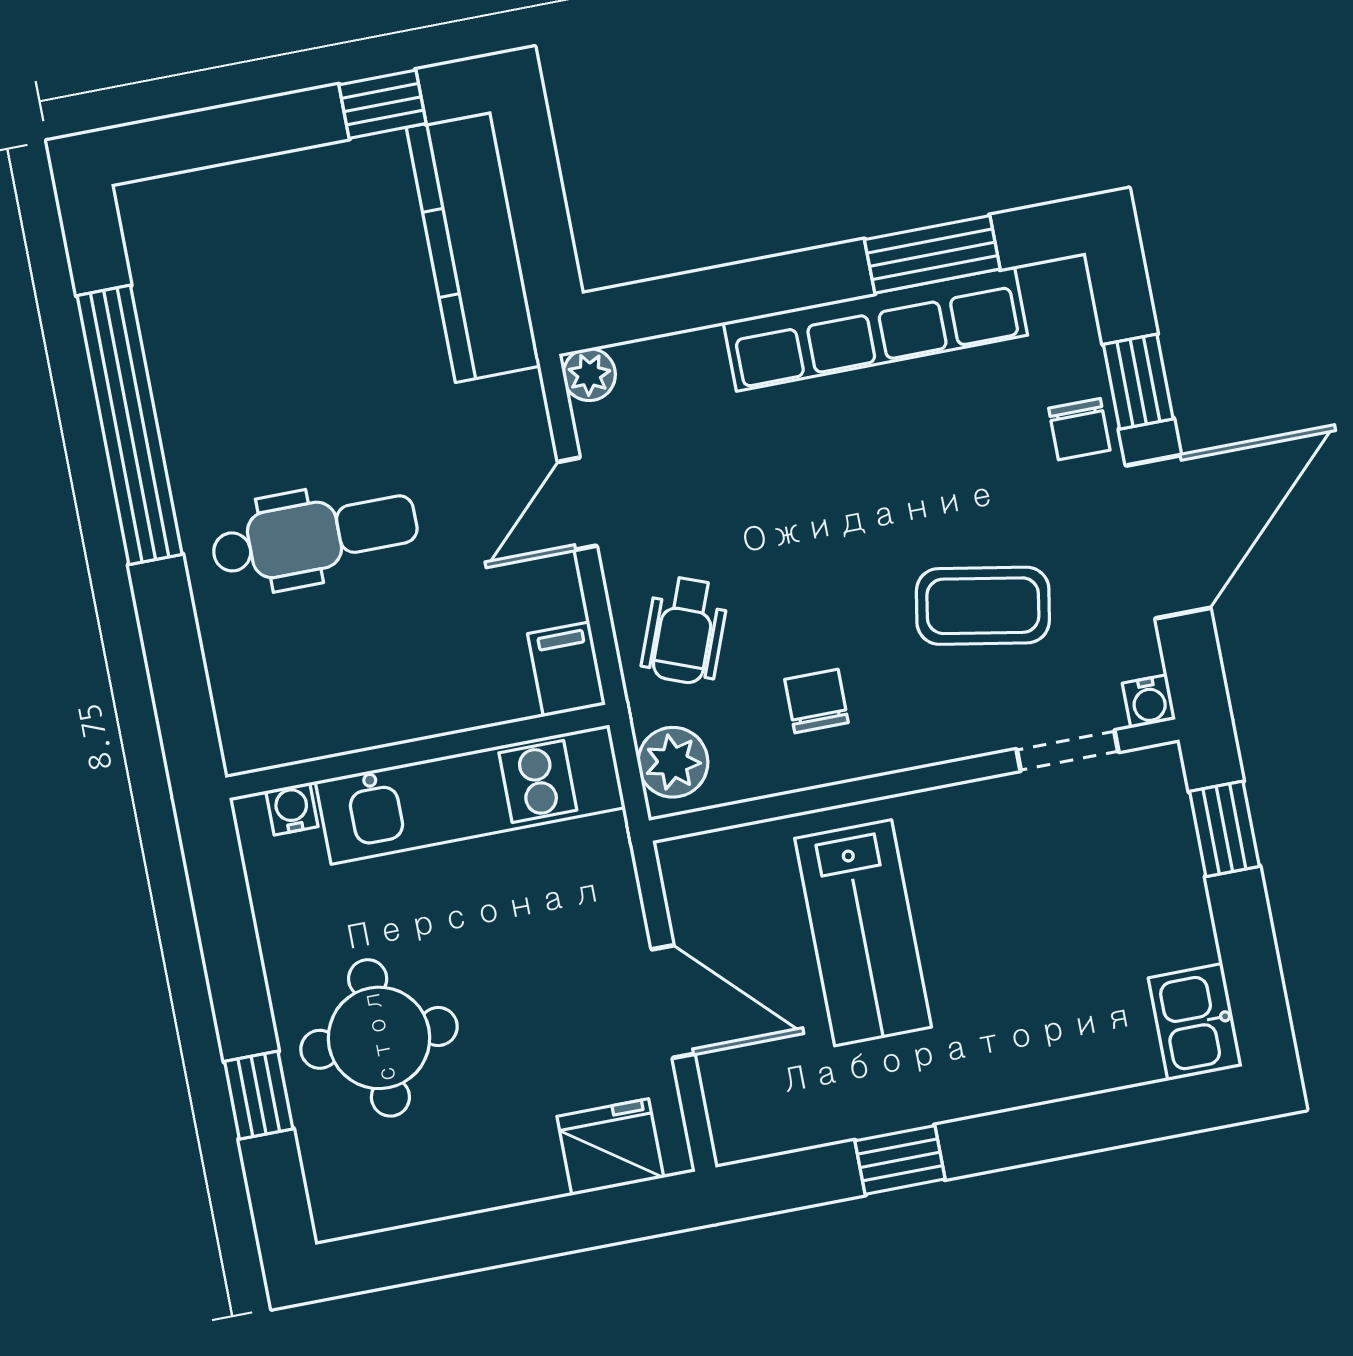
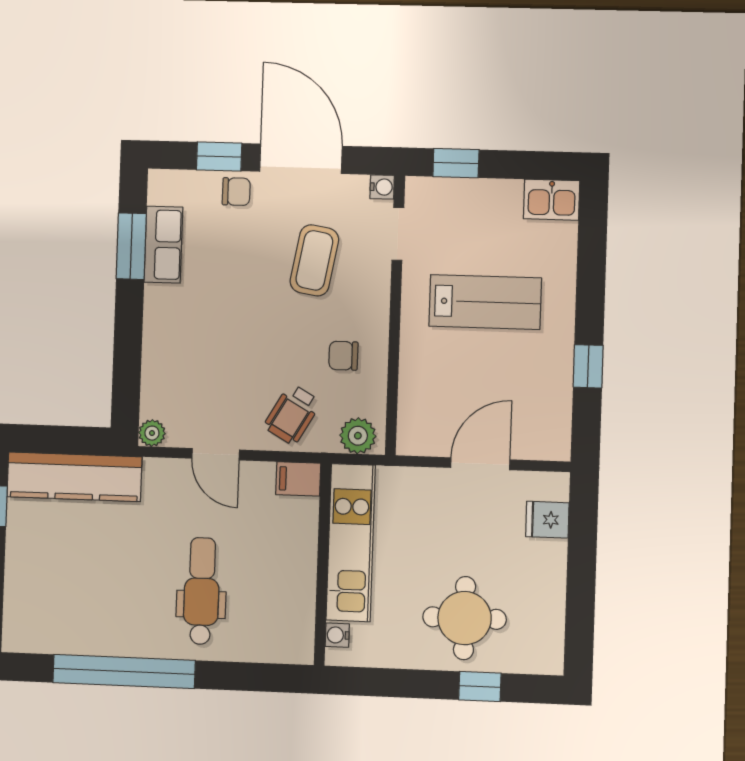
row of seats: (875, 329) -> (163, 245), width x0.50
wheelchair: (685, 630) -> (292, 414), turned 99
lab bench: (863, 933) -> (485, 302), moved
fridge: (610, 1147) -> (547, 520), width x0.72

